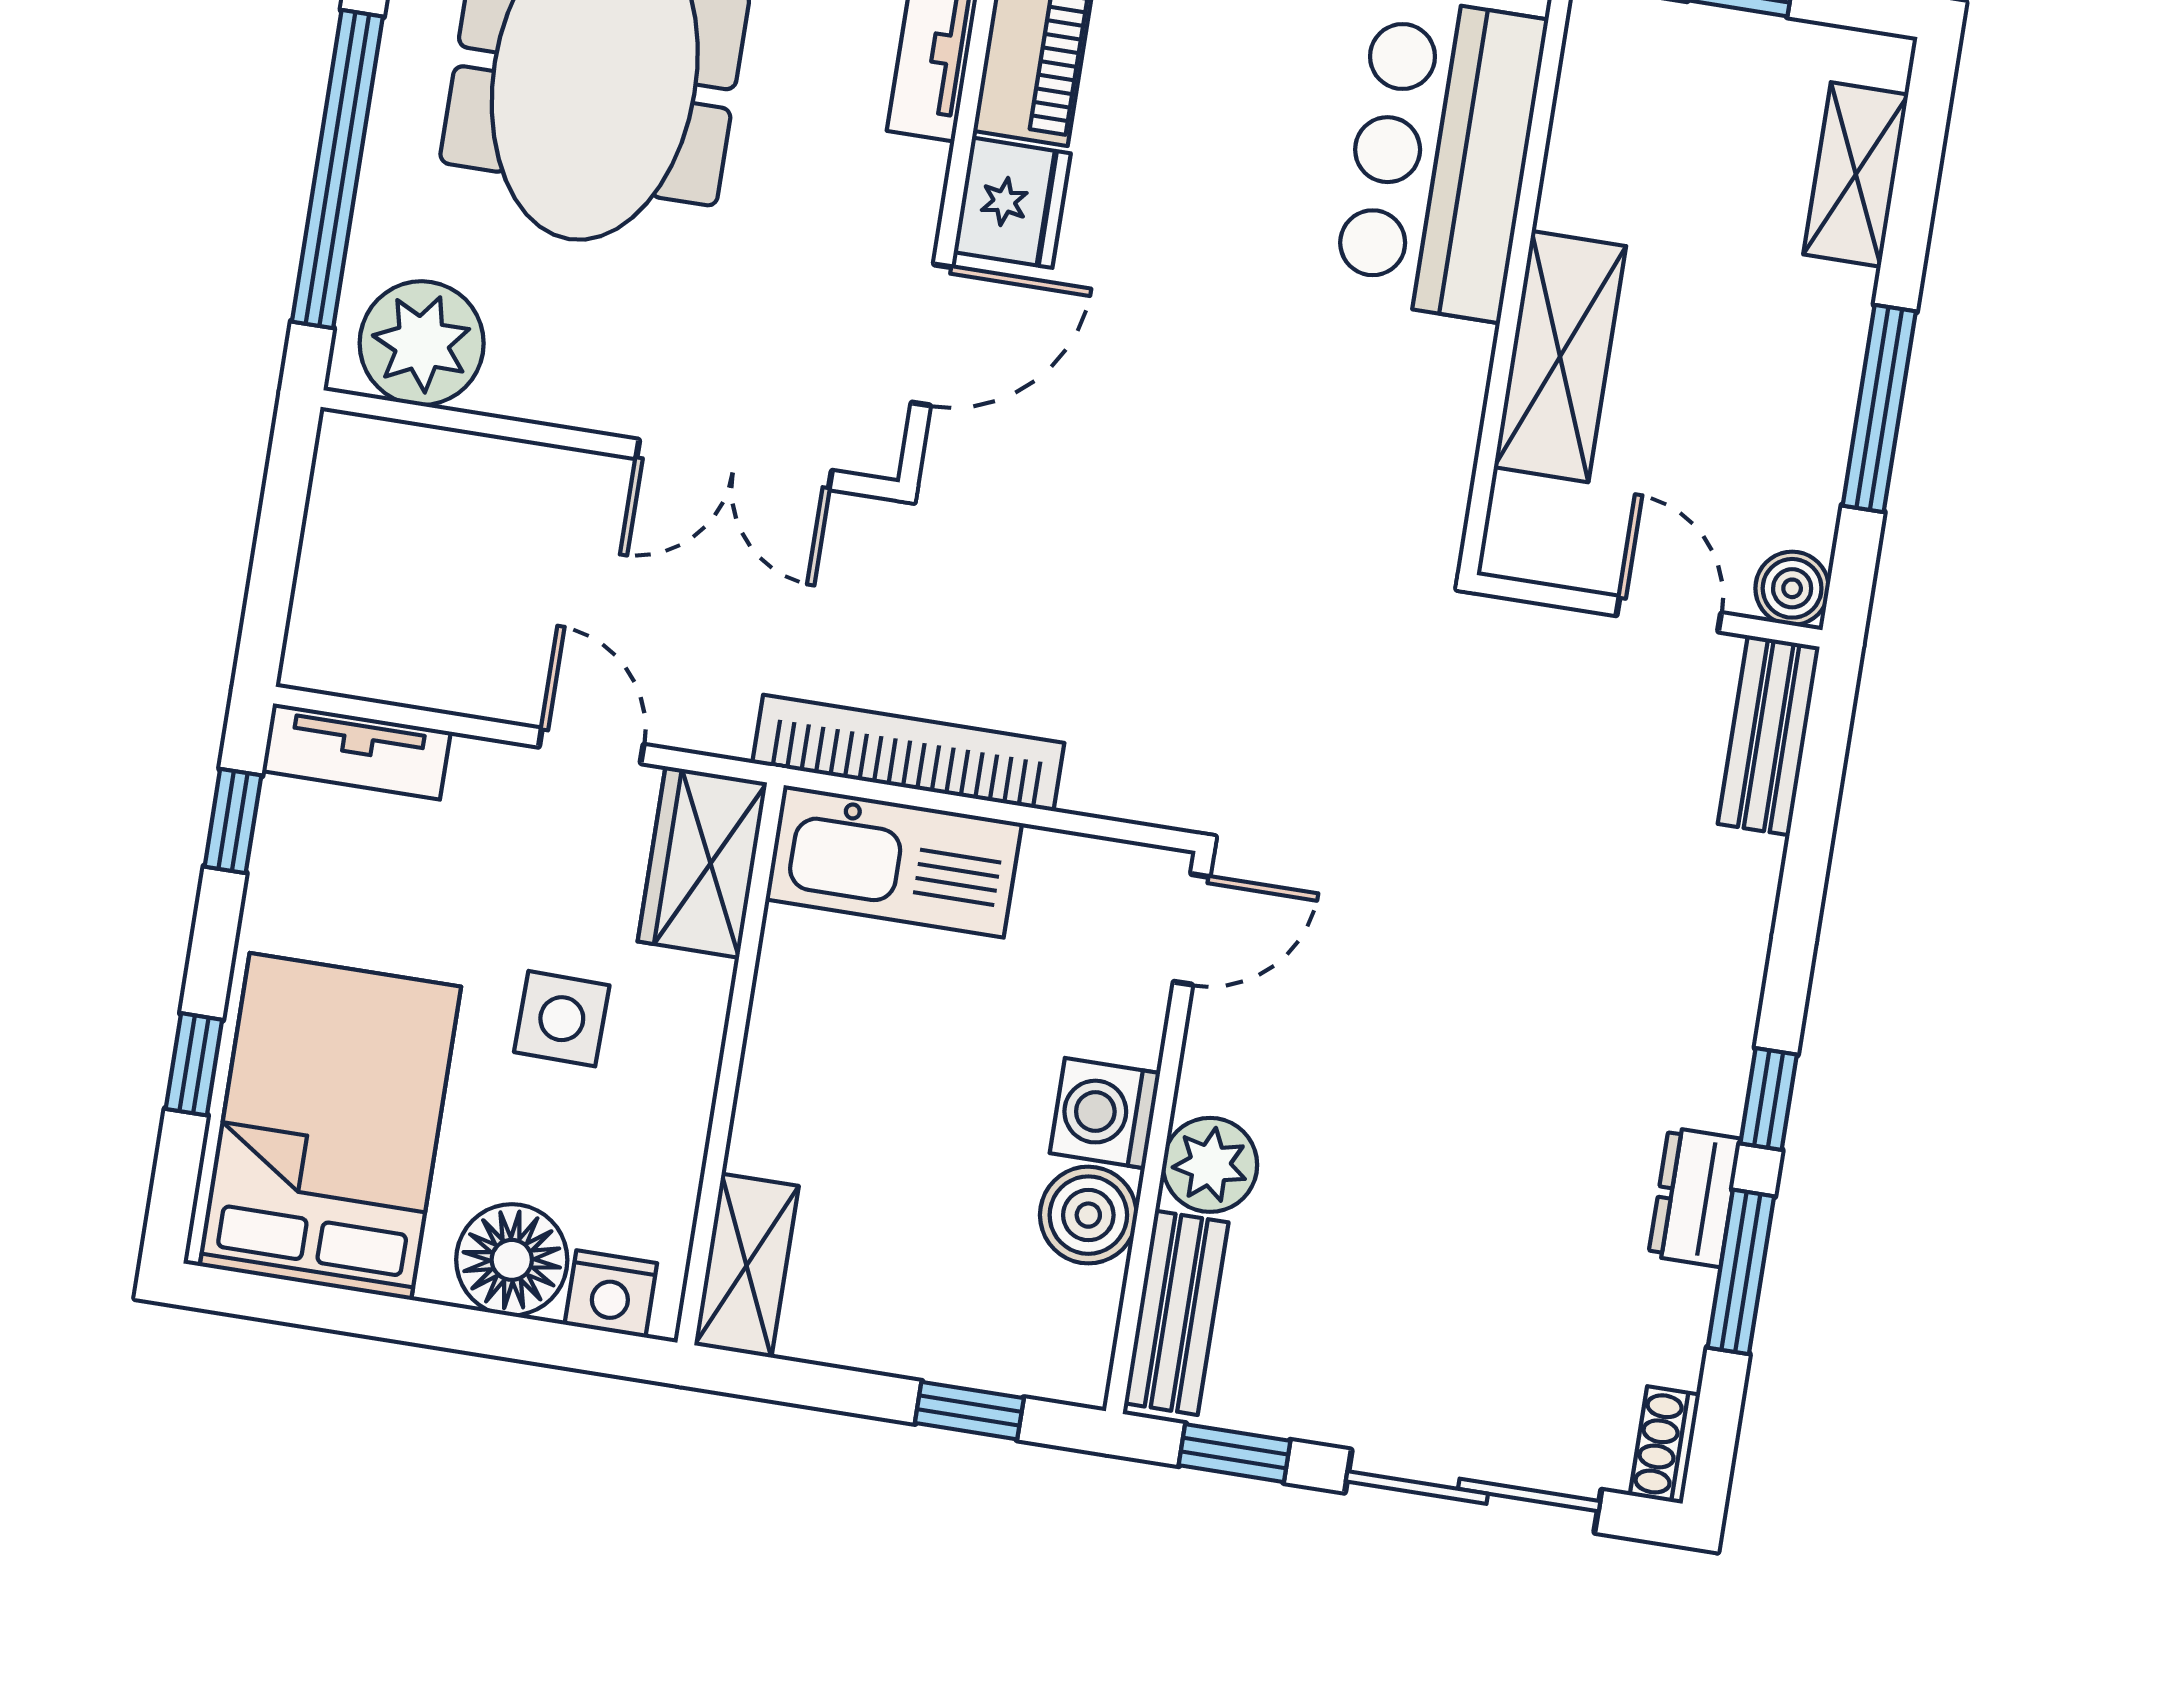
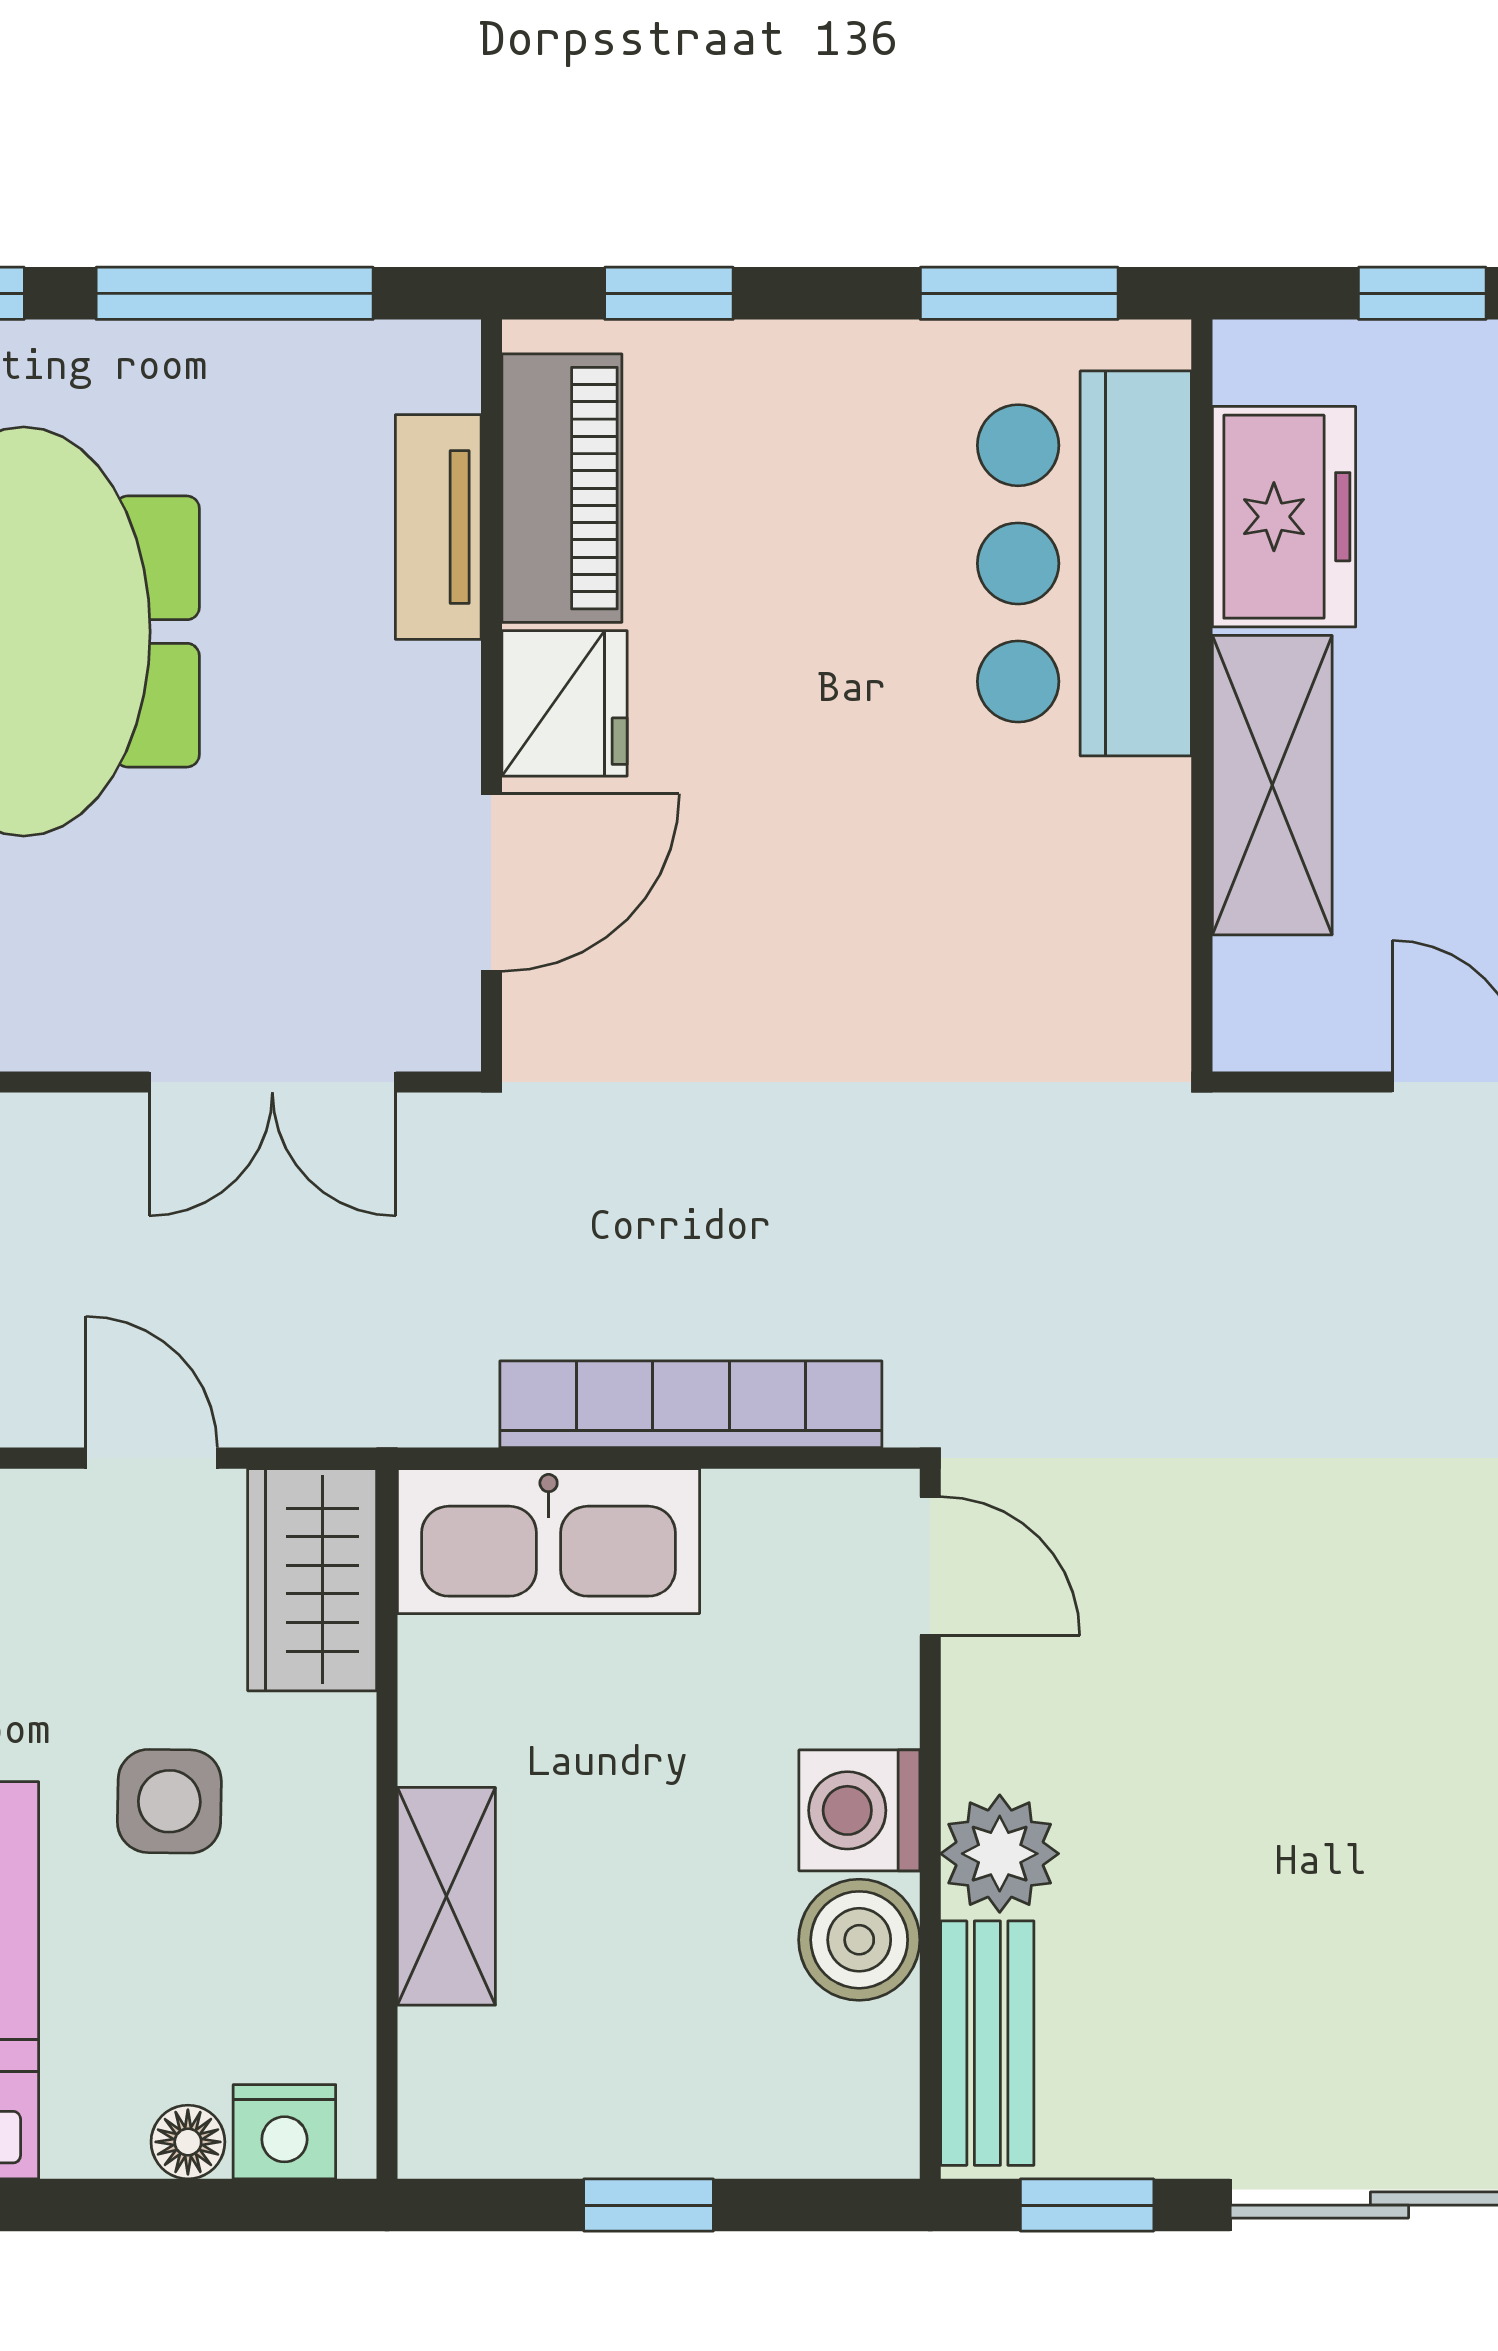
freezer: (1603, 146) -> (1284, 517), added
bookcase: (908, 753) -> (691, 1404), moved
door: (1192, 929) -> (930, 1566), hinge flipped
floor lamp: (512, 1260) -> (188, 2142), width x0.53, depth x0.53
shelving: (746, 1266) -> (446, 1896), moved
window: (969, 1411) -> (649, 2205), moved

